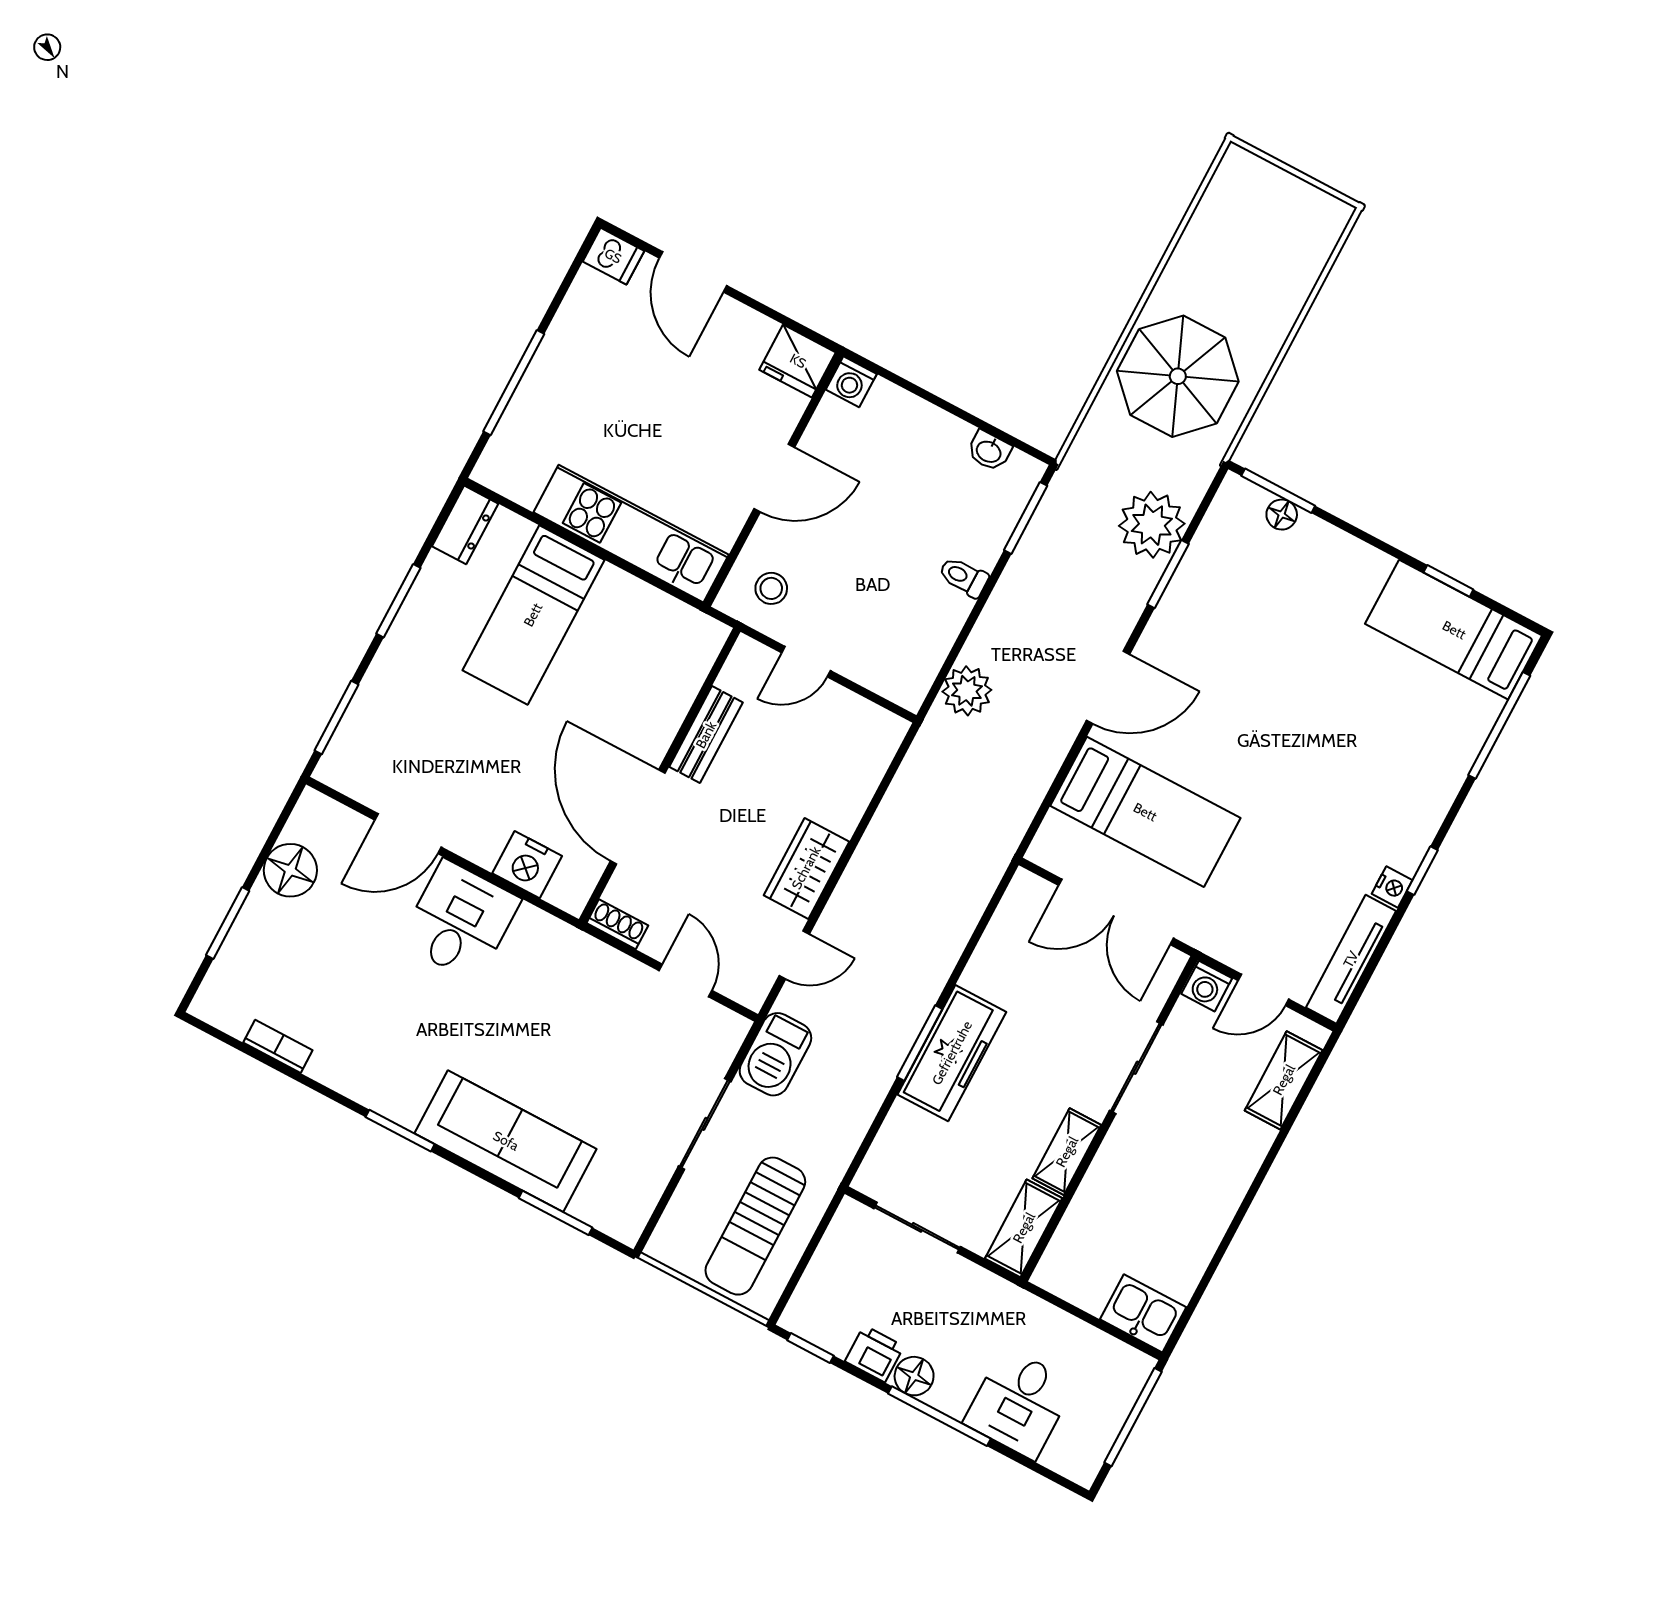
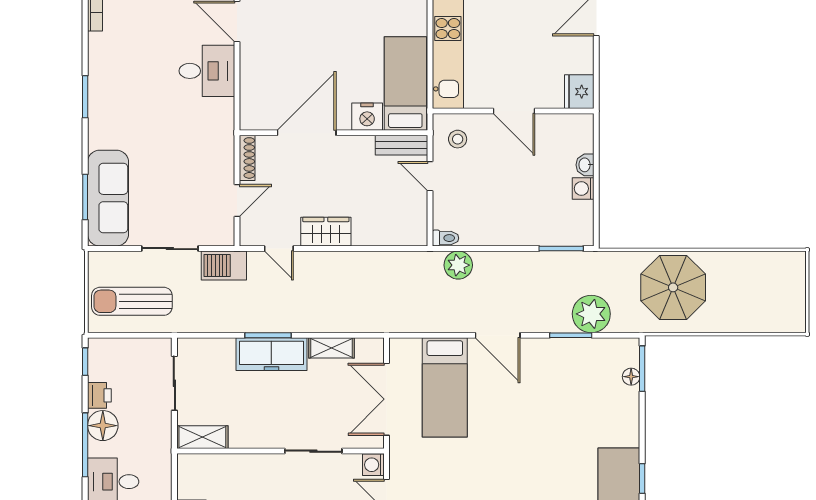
washing machine: (851, 382) -> (583, 189), moved
washbasin: (989, 451) -> (585, 165), moved
toilet: (963, 577) -> (446, 238), moved, turned 90
bed: (533, 615) -> (405, 84), moved, turned 90
bench: (706, 735) -> (401, 145), moved
nightstand: (527, 865) -> (367, 117), moved, turned -90
shoe rack: (617, 924) -> (247, 158), width x1.43
sofa: (506, 1141) -> (108, 198), moved
shelving: (1067, 1152) -> (332, 348), moved
floor lamp: (914, 1376) -> (103, 426), width x1.38, depth x1.38

